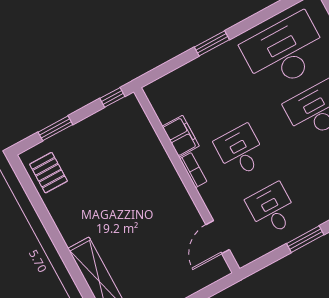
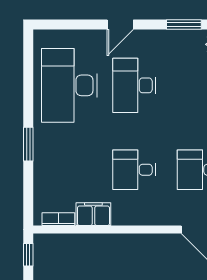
bookcase: (193, 170) -> (58, 219), moved

